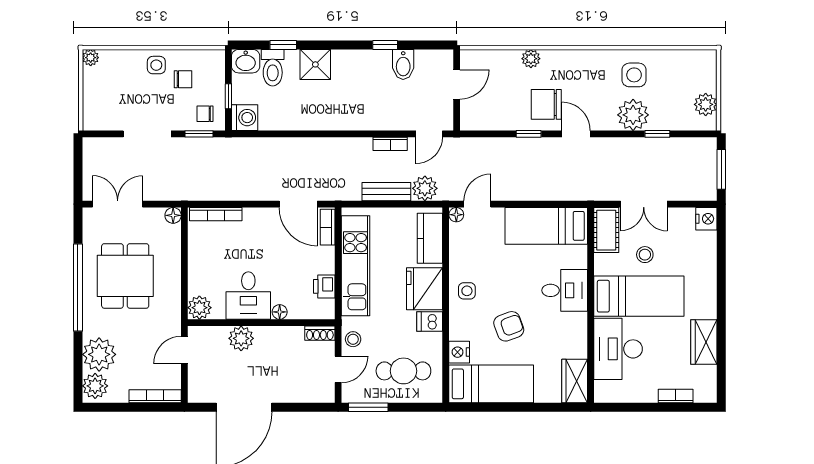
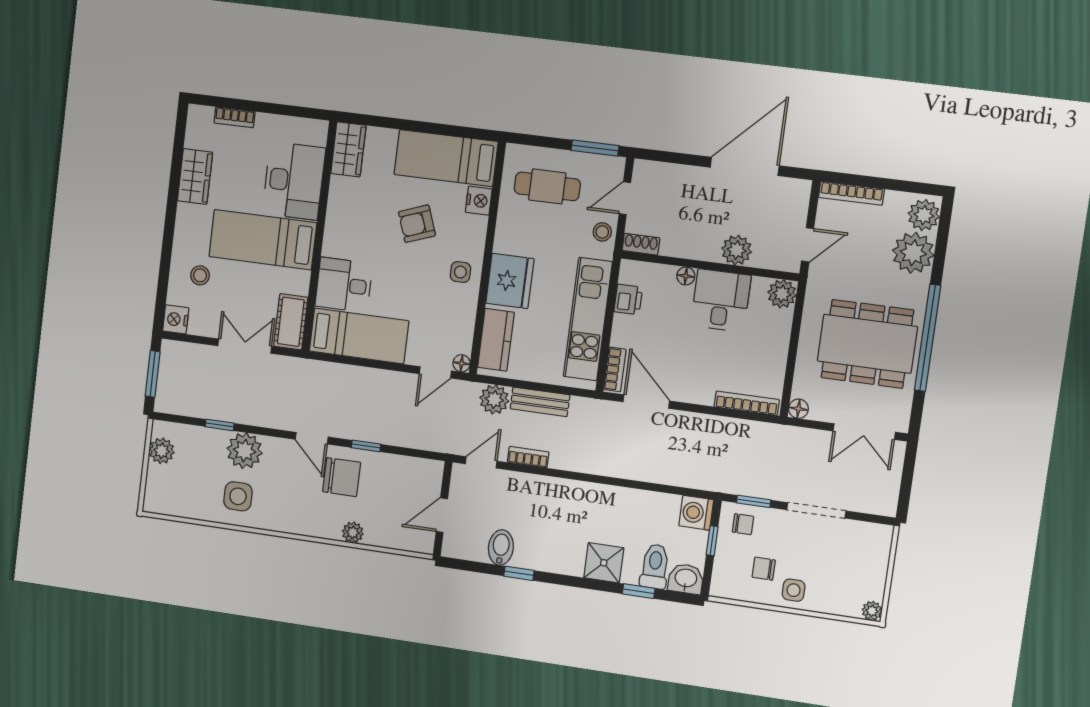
stool: (645, 255) -> (200, 275), moved
dining table: (125, 276) -> (867, 344), width x1.38
desk: (565, 290) -> (344, 285), moved
dishwasher: (430, 322) -> (509, 241), removed

